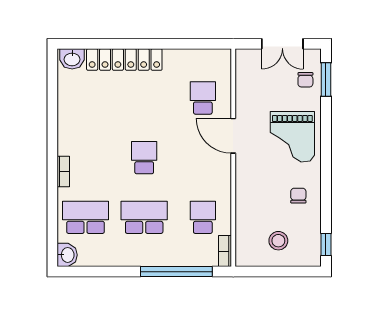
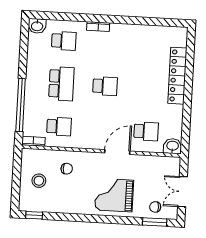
washbasin: (72, 59) -> (173, 146), moved, turned 90
chair: (298, 196) -> (67, 169), moved
school desk: (85, 217) -> (64, 41), width x0.54

